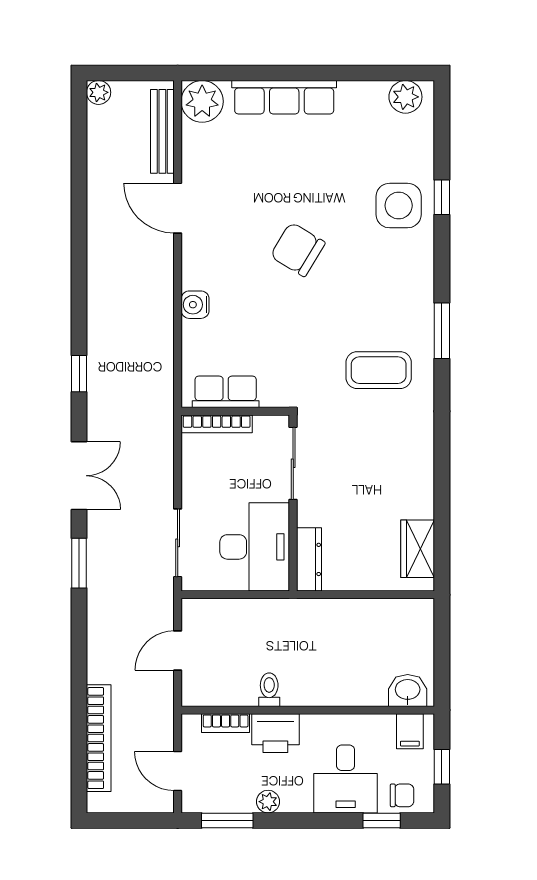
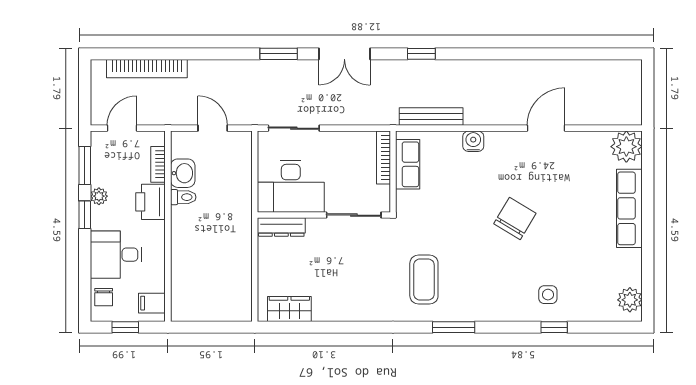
plant: (99, 92) -> (633, 69), removed
bench: (162, 131) -> (431, 117), moved
side table: (399, 206) -> (548, 295), width x0.54, depth x0.54
washbasin: (408, 690) -> (183, 173), moved
window: (382, 820) -> (85, 215), moved

